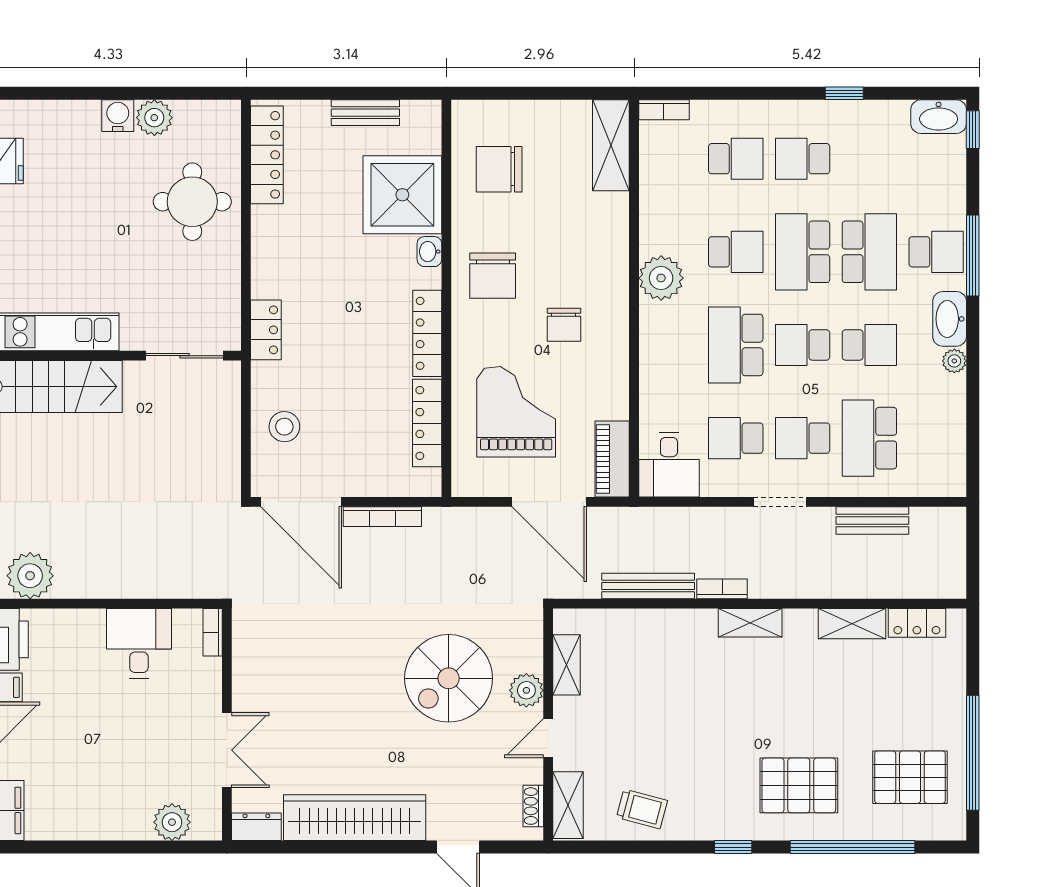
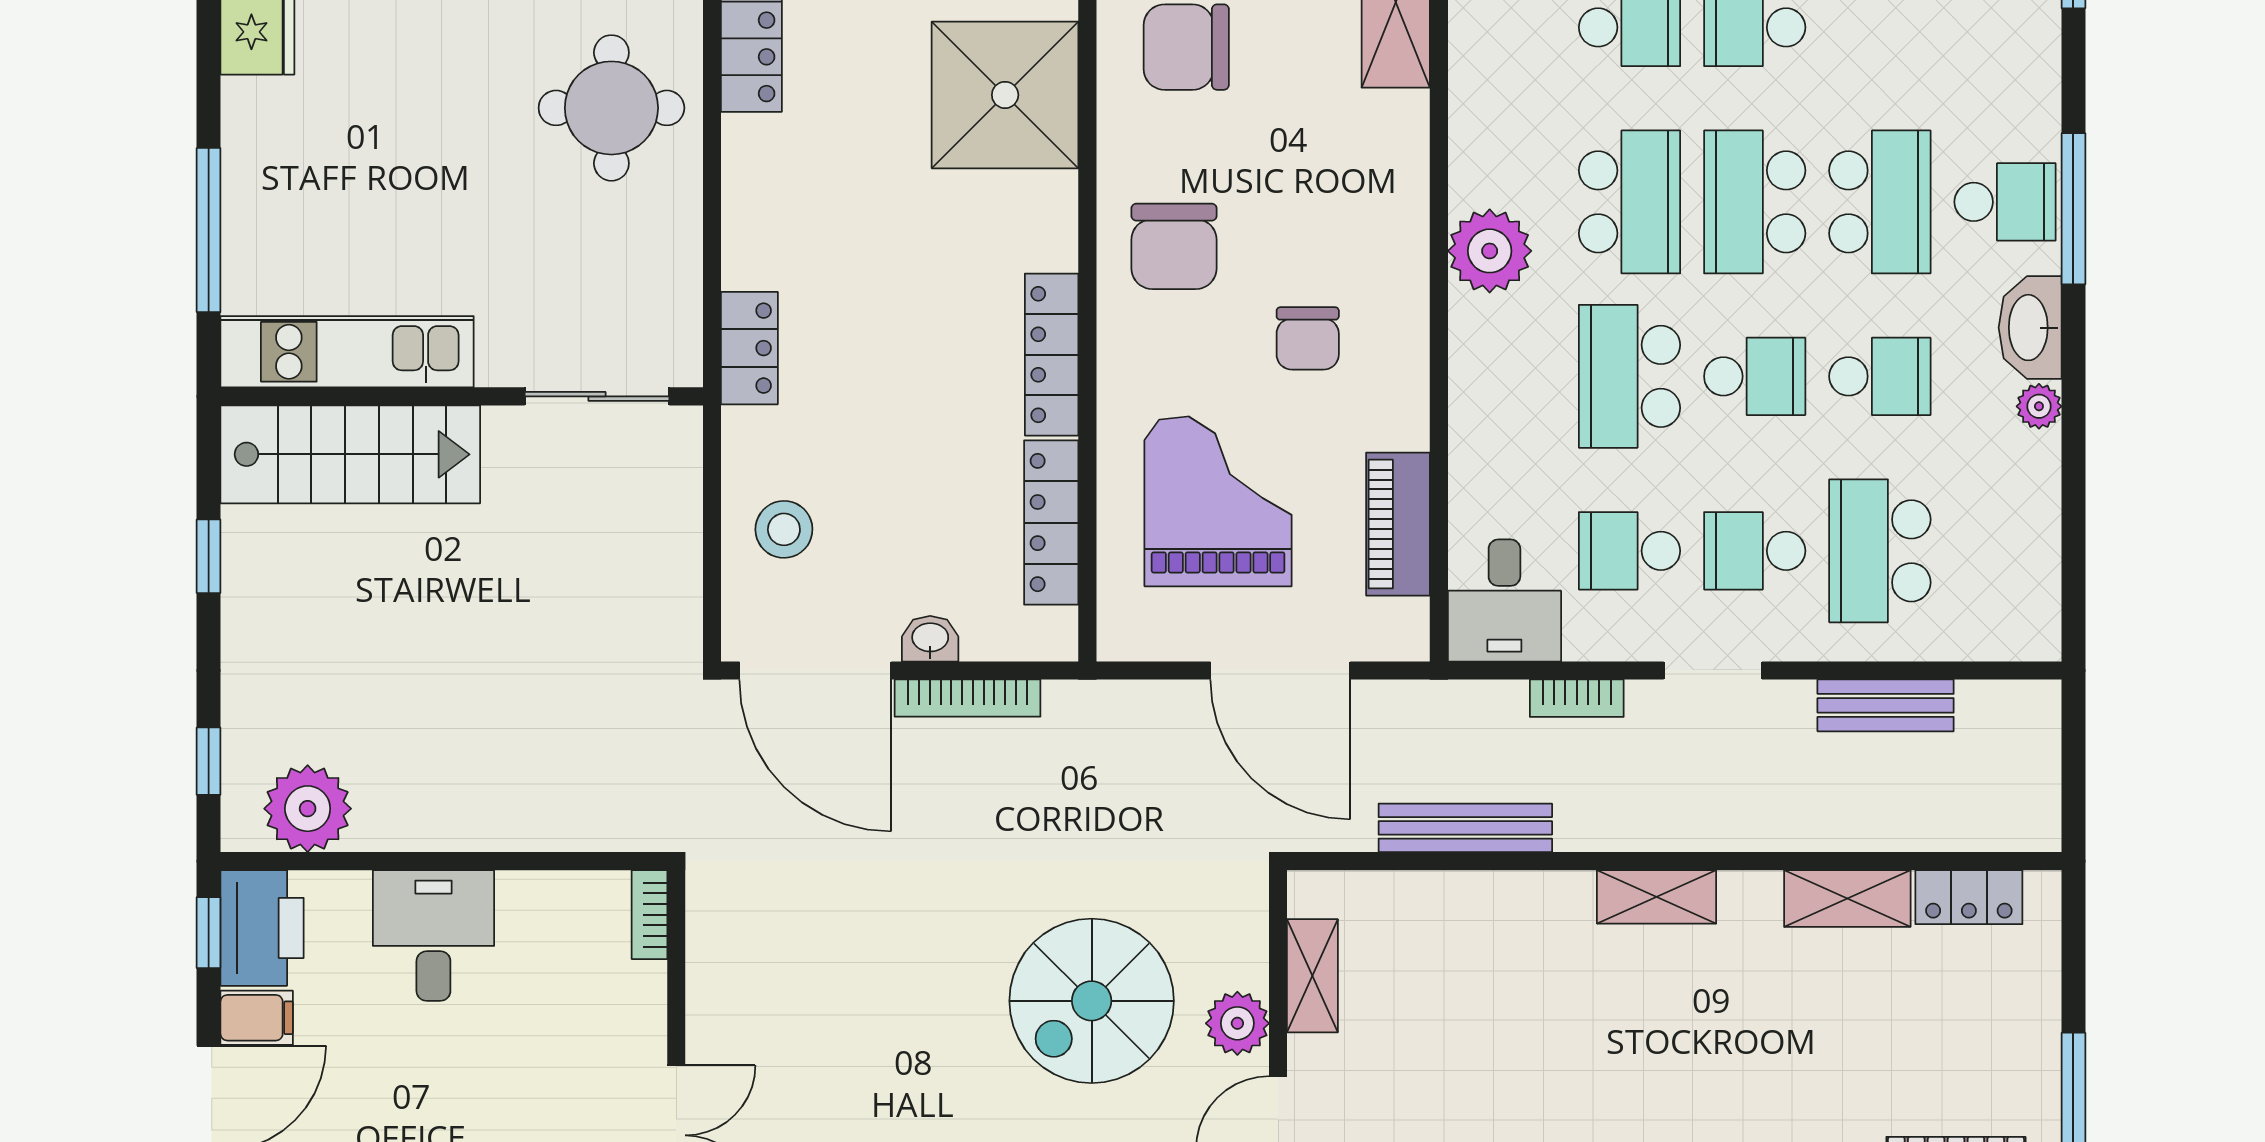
washbasin: (429, 252) -> (930, 639), moved, turned 90
school desk: (736, 252) -> (1629, 202), width x1.85
school desk: (803, 345) -> (1755, 376), turned 180
piano: (612, 459) -> (1398, 524), moved
bookcase: (722, 589) -> (1577, 698), moved, turned 180
desk: (139, 643) -> (433, 935), moved

